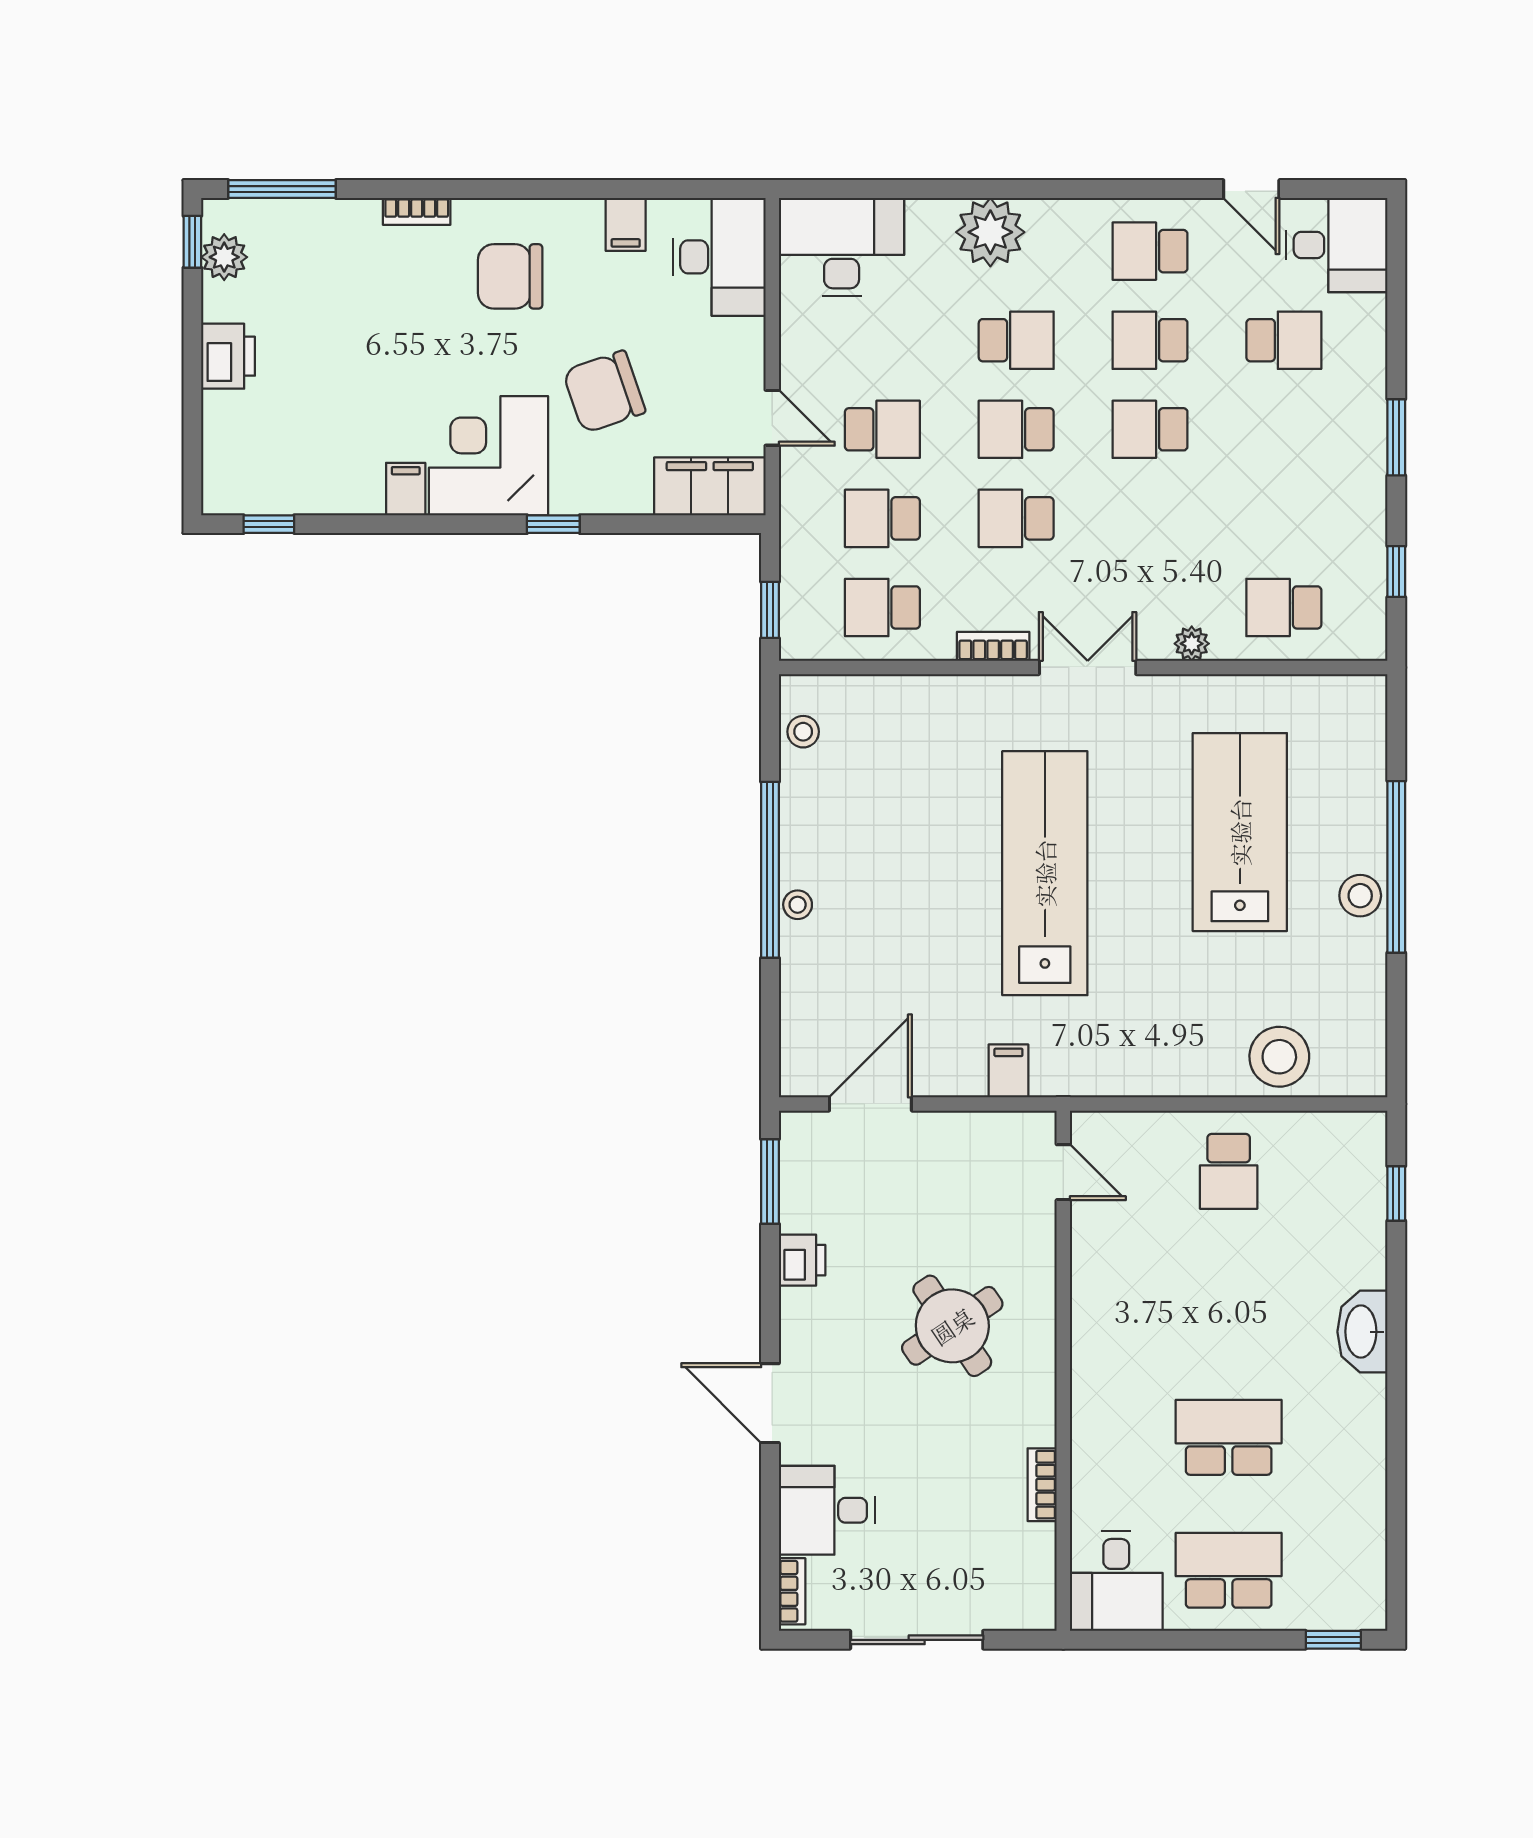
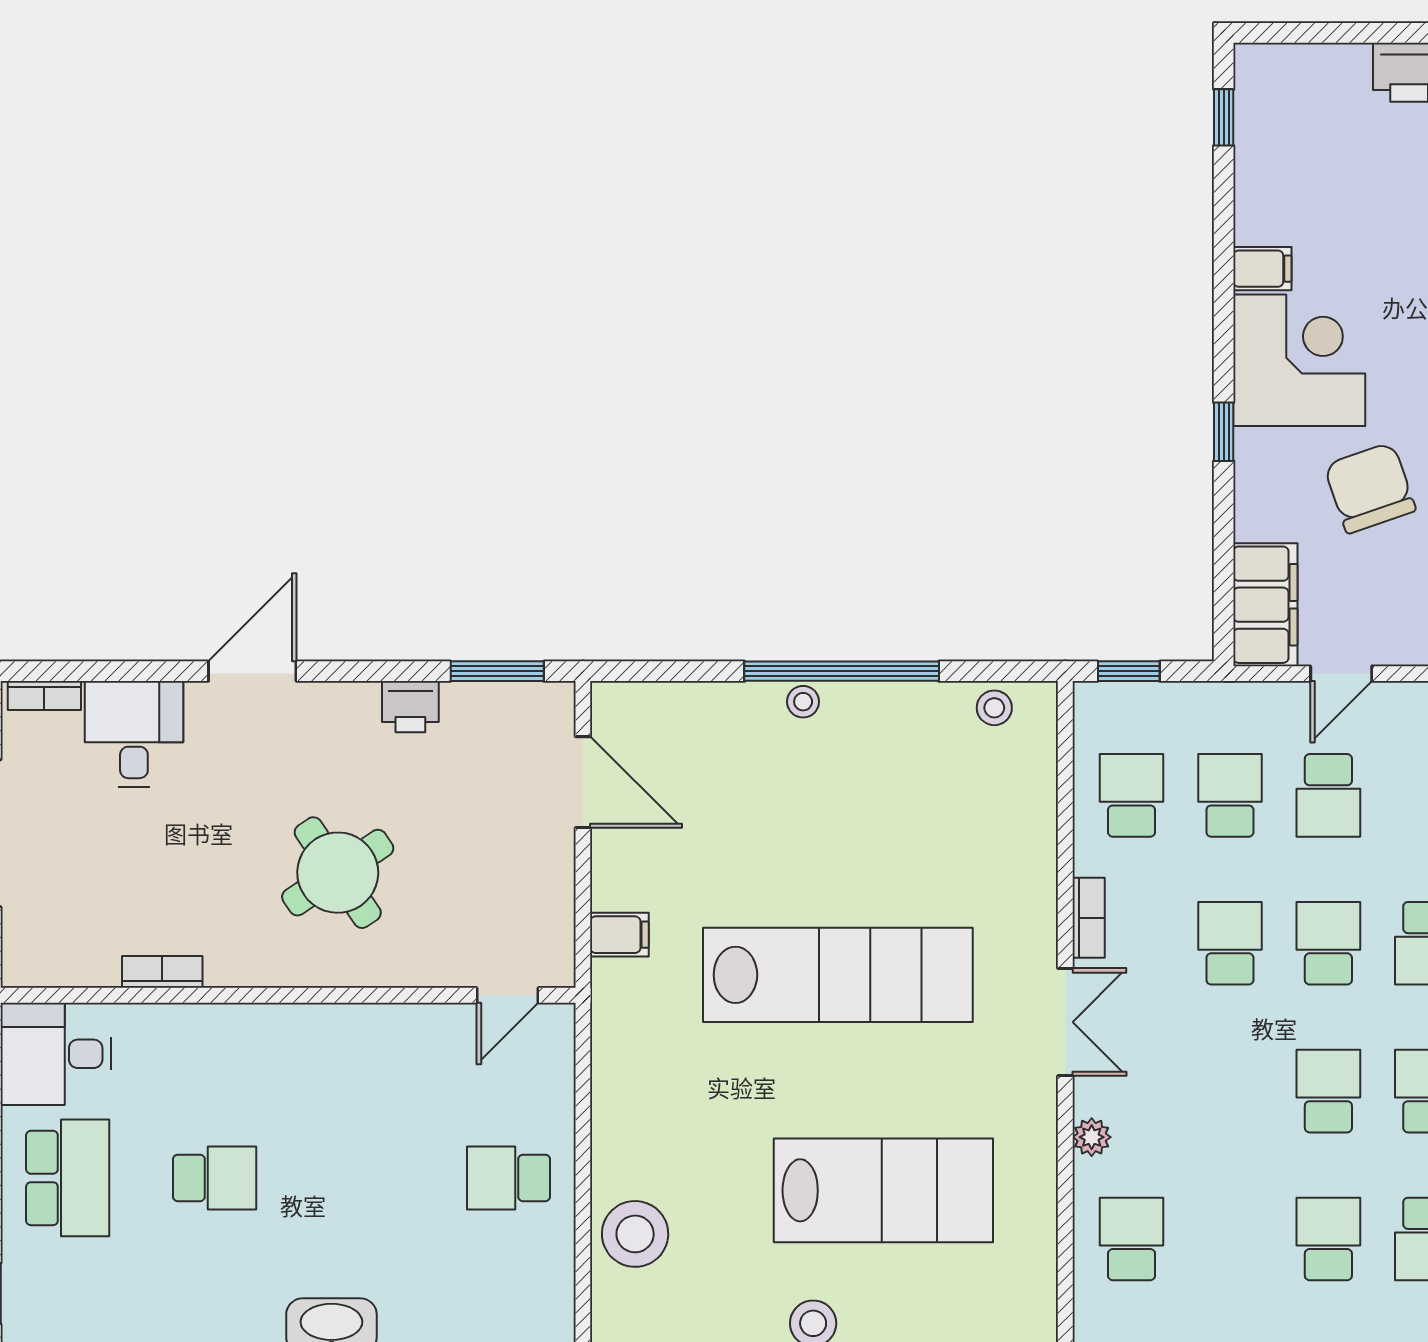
school desk: (1284, 429) -> (1328, 1239), added
school desk: (1229, 1437) -> (215, 1178), width x0.54

